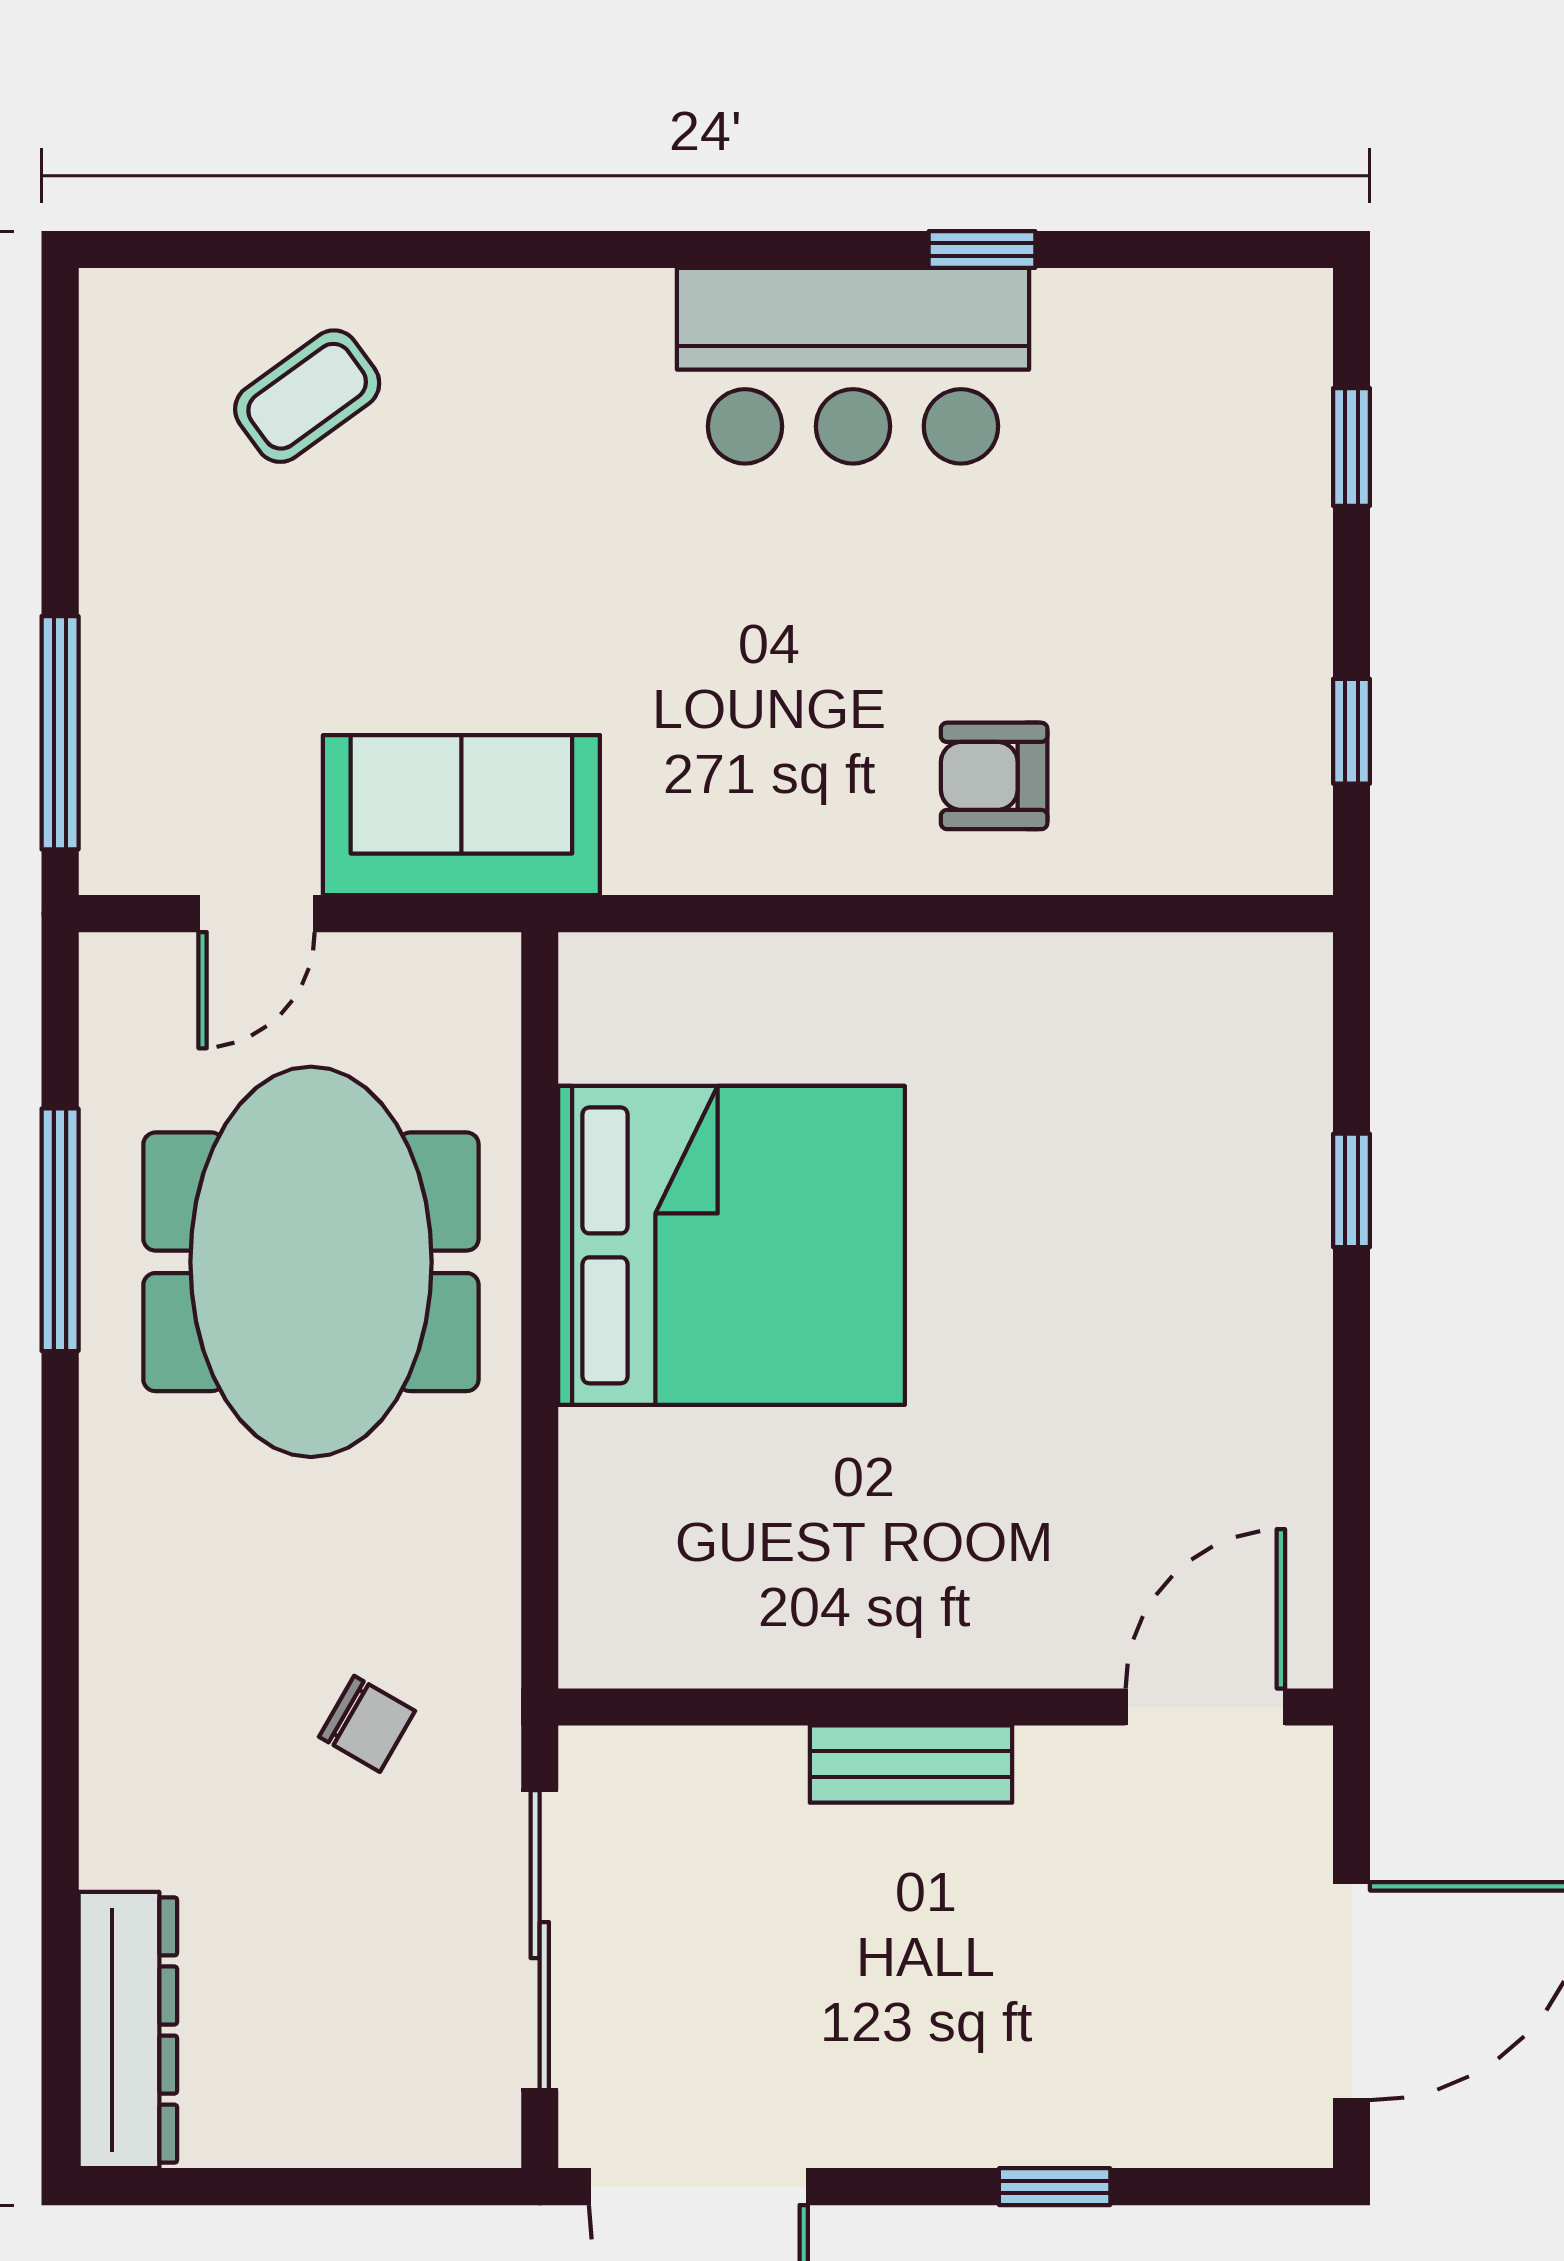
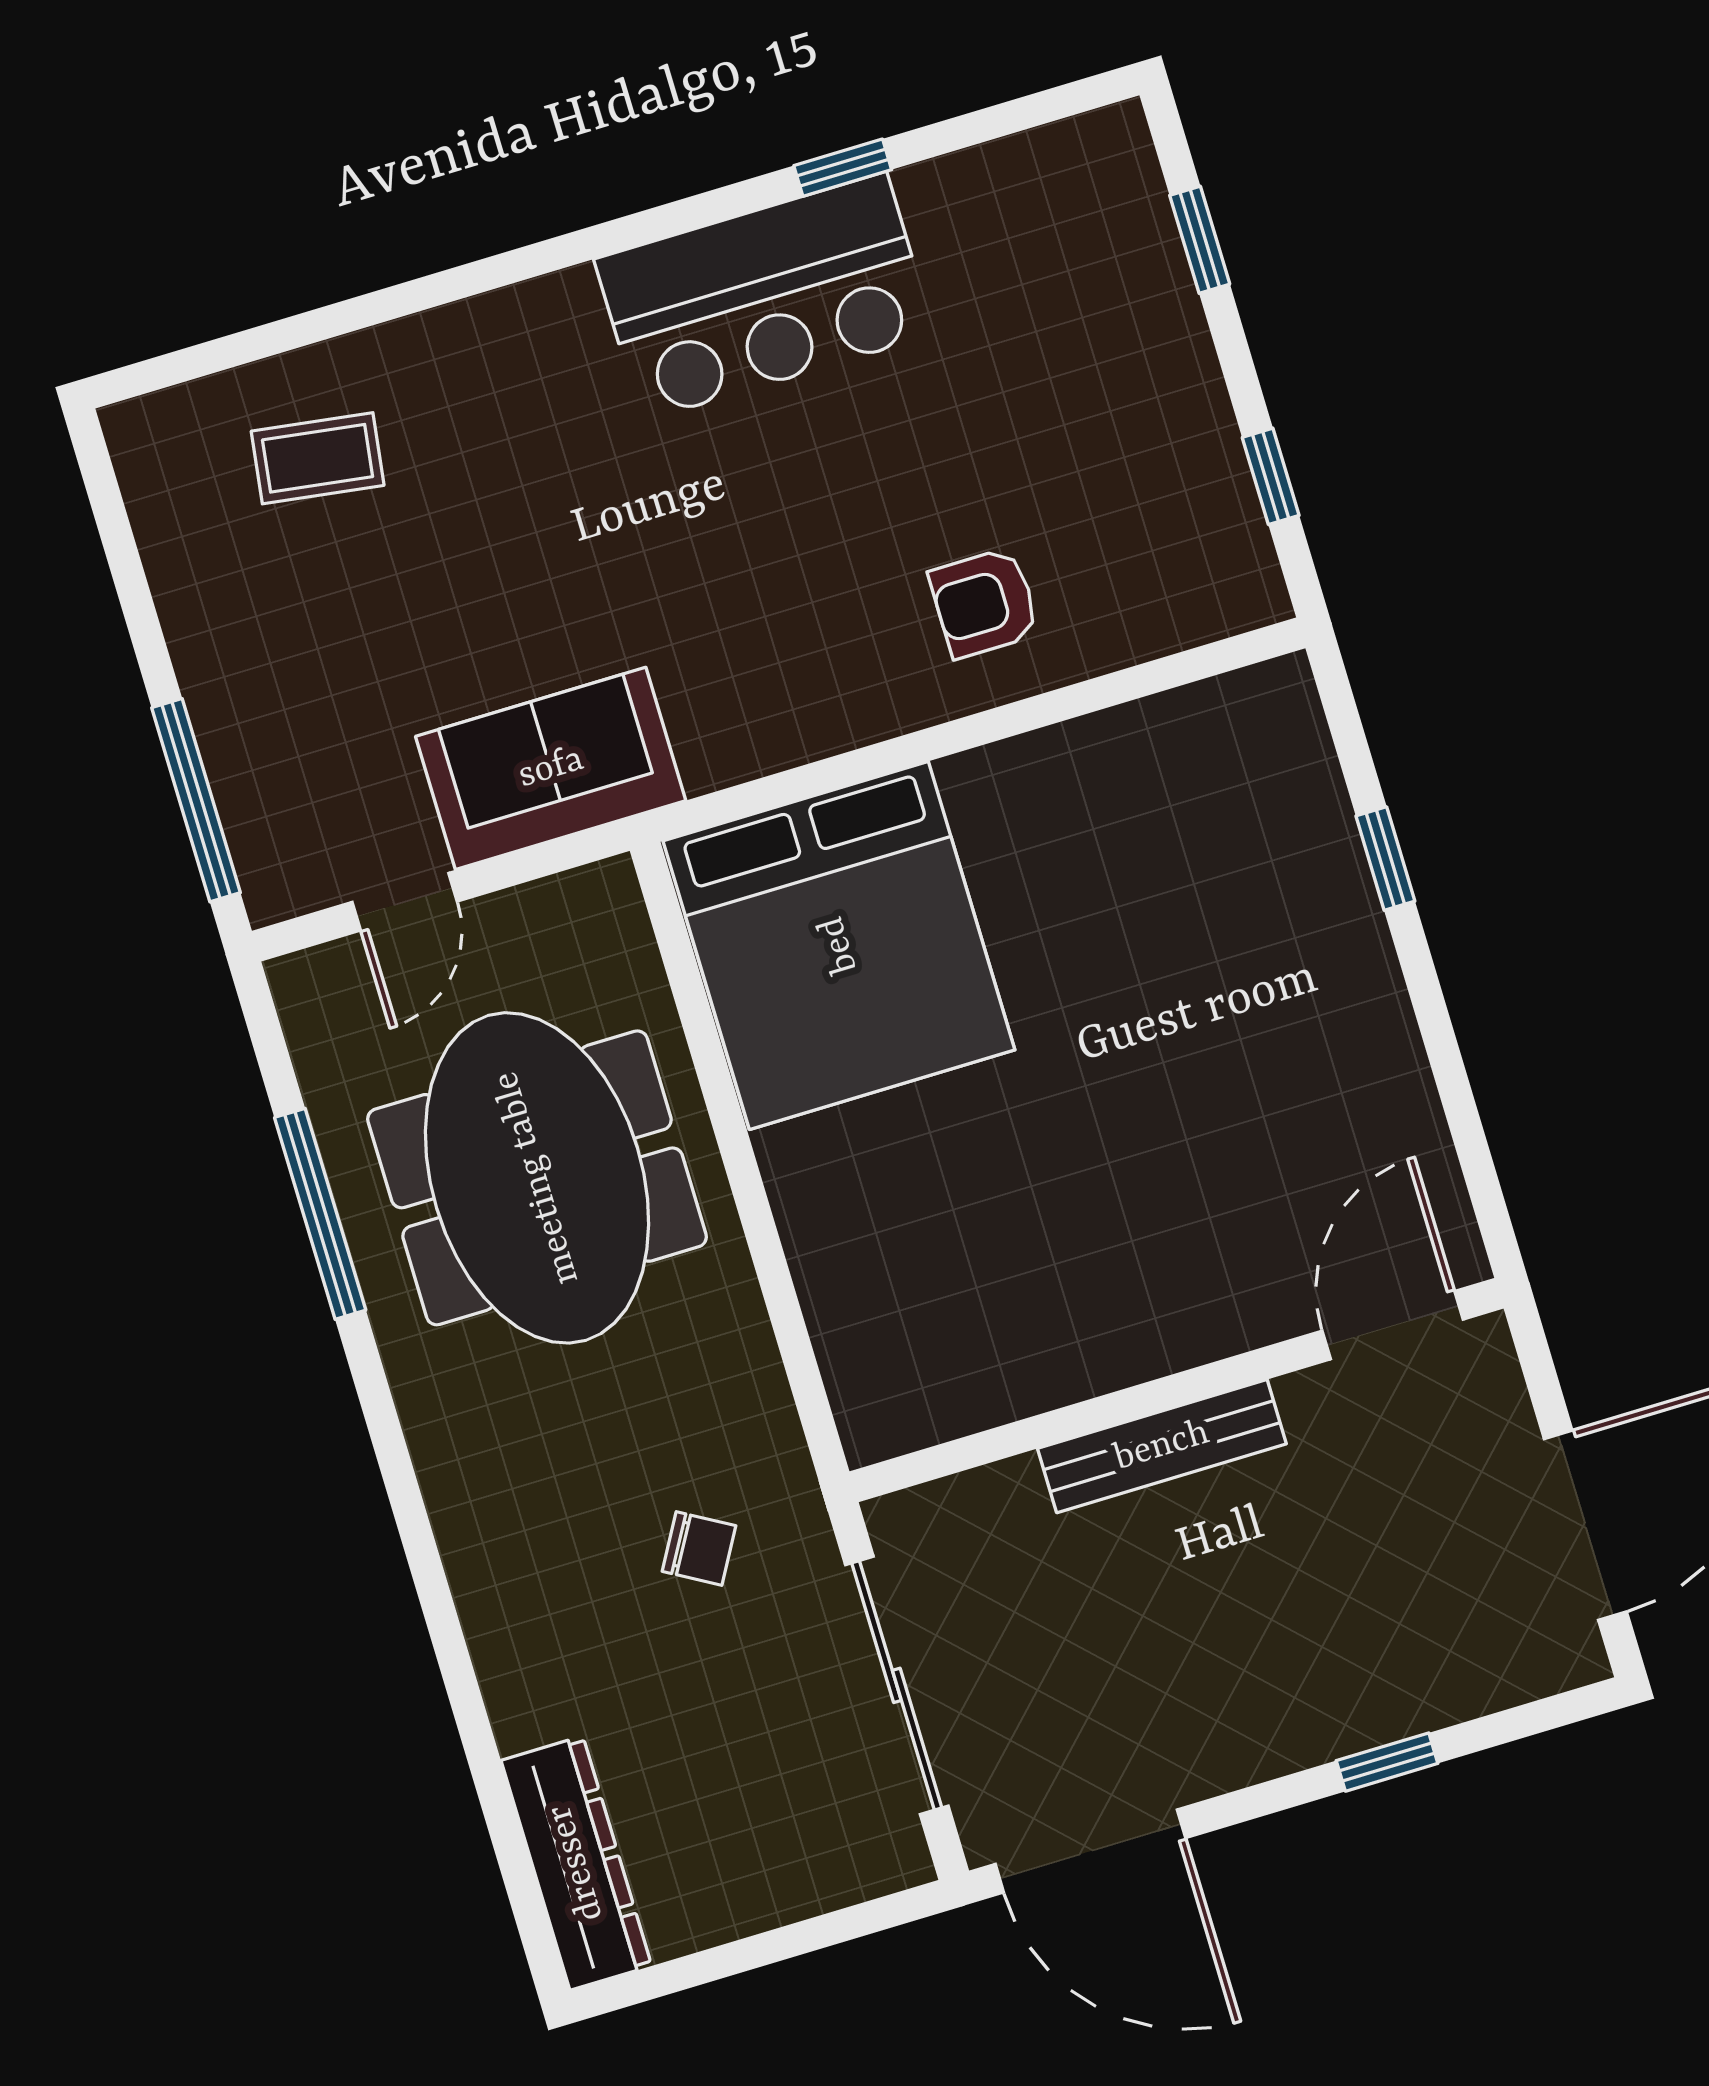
coffee table: (307, 396) -> (318, 458), turned 44
bed: (732, 1245) -> (839, 945), moved, turned 90
bench: (911, 1764) -> (1162, 1446), width x1.36

